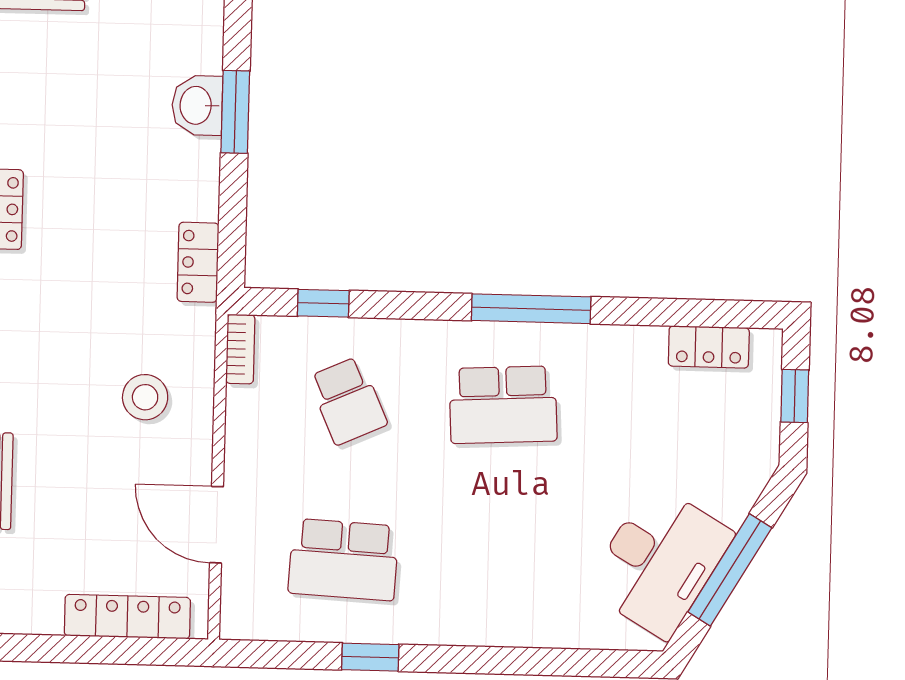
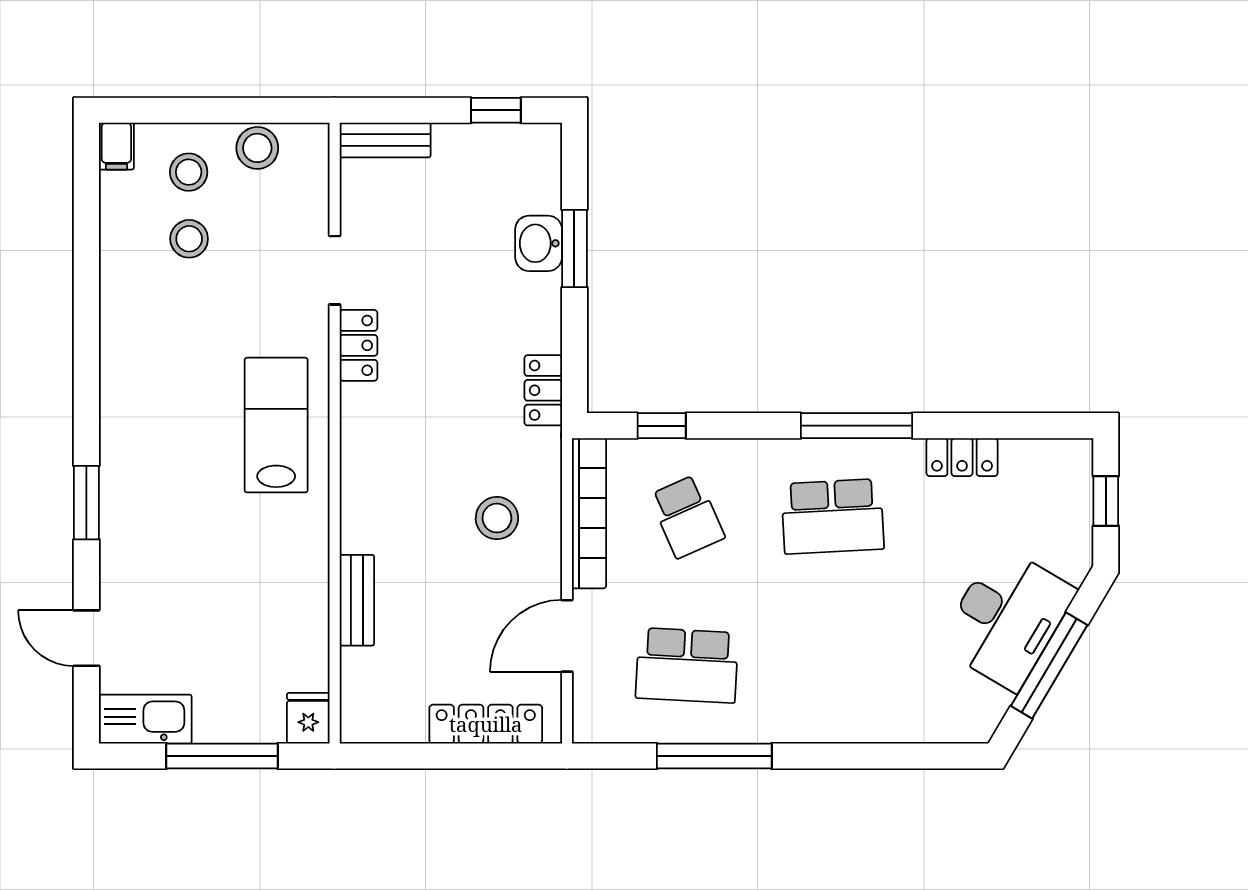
locker: (709, 347) -> (962, 457), moved
bookcase: (240, 349) -> (589, 513), width x2.31, depth x1.31
door: (217, 525) -> (567, 636), hinge flipped
desk: (659, 561) -> (1007, 618), moved
window: (370, 657) -> (714, 756), width x2.17

